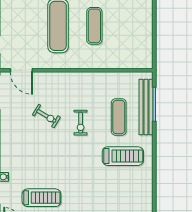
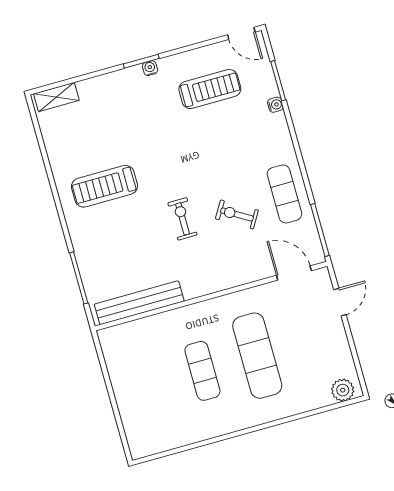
bench: (146, 107) -> (139, 303), moved, turned 90
exercise mat: (119, 117) -> (284, 194), moved
treadmill: (41, 198) -> (210, 89), turned 180

